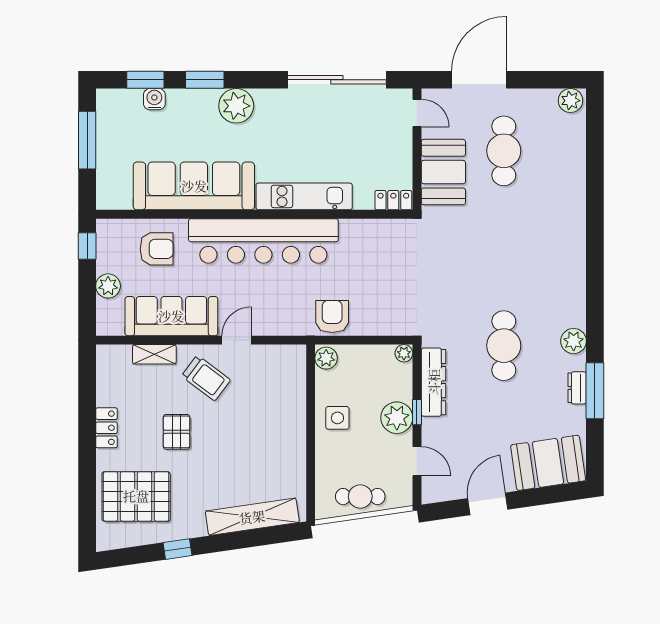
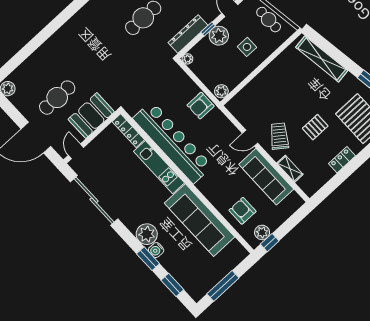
water cooler: (154, 99) -> (156, 250), moved
locker: (393, 200) -> (128, 131), width x1.53
bar counter: (263, 241) -> (173, 142), moved
plant: (108, 286) -> (262, 232), moved
side table: (337, 418) -> (247, 47), moved

